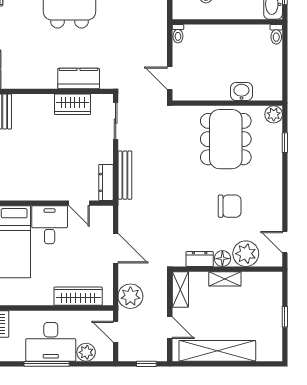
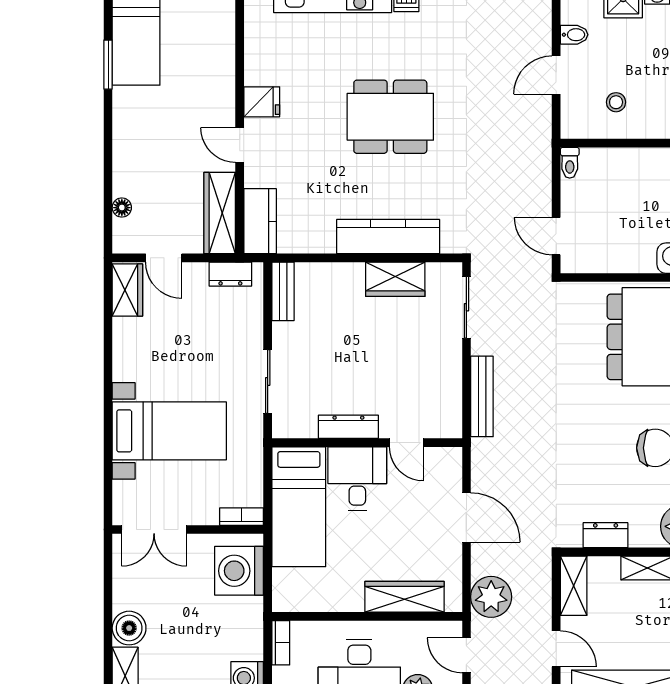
kitchen counter: (79, 78) -> (388, 237), width x1.50
dresser: (106, 182) -> (348, 427), moved, turned 90
floor lamp: (222, 259) -> (643, 534), removed

